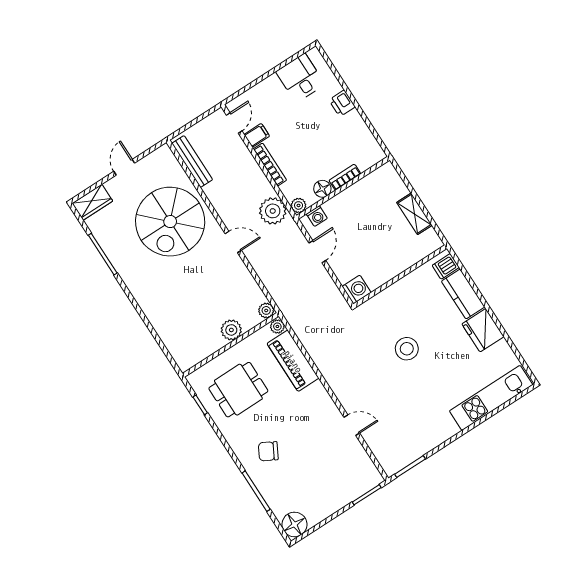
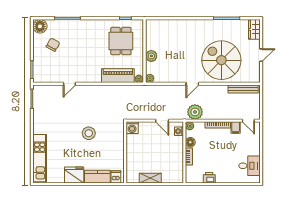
printer: (342, 103) -> (209, 178), moved
door: (124, 167) -> (261, 55), hinge flipped
chair: (268, 451) -> (53, 45), moved

